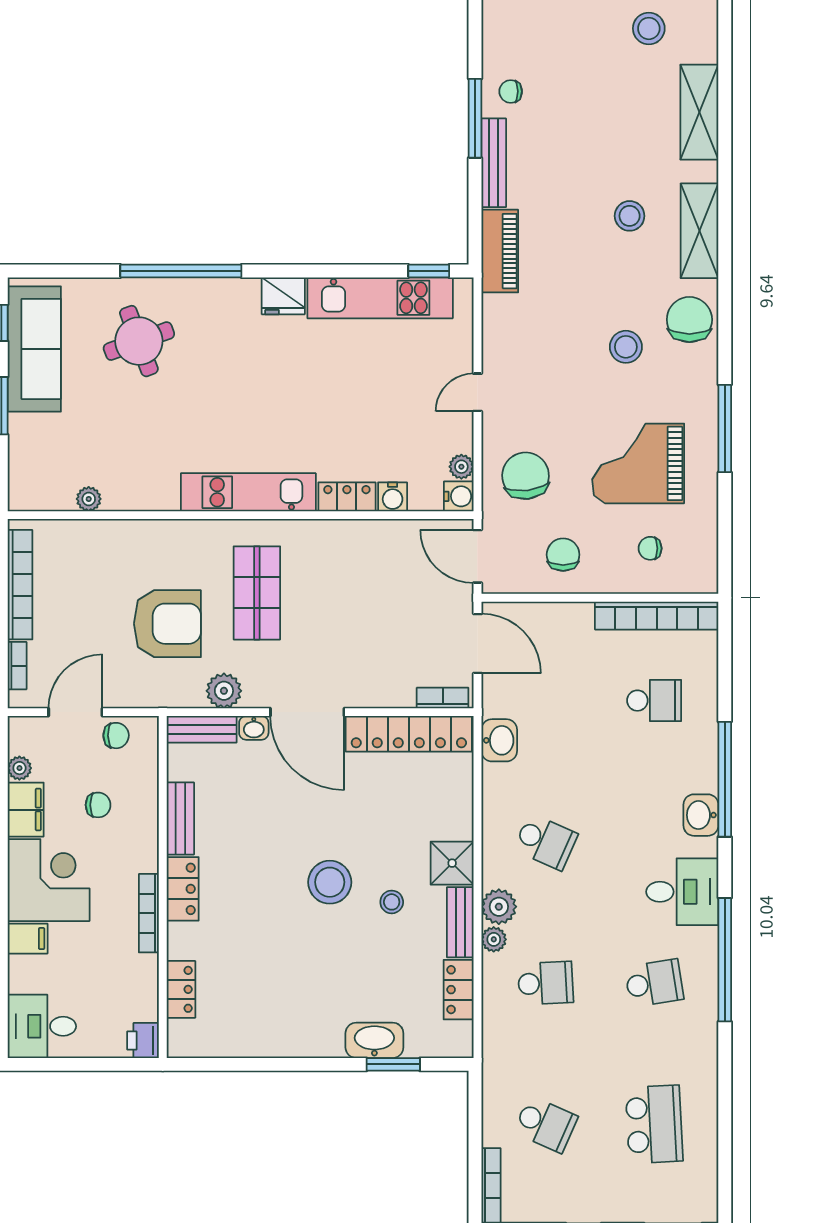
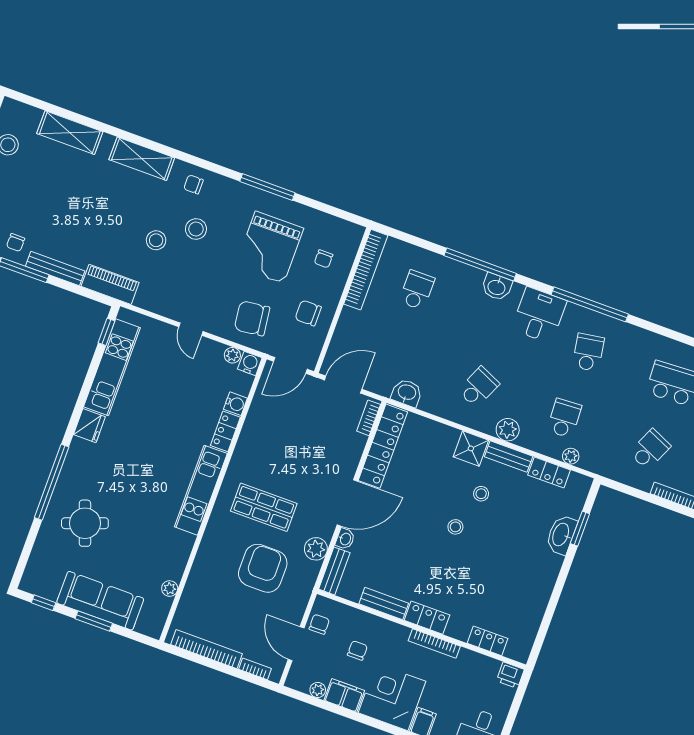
stool: (630, 216) -> (156, 240), moved
chair: (689, 320) -> (193, 184), width x0.54, depth x0.54
sofa: (34, 349) -> (100, 601), moved
stool: (330, 882) -> (455, 527), width x0.53, depth x0.53
plant: (494, 939) -> (571, 456), moved

